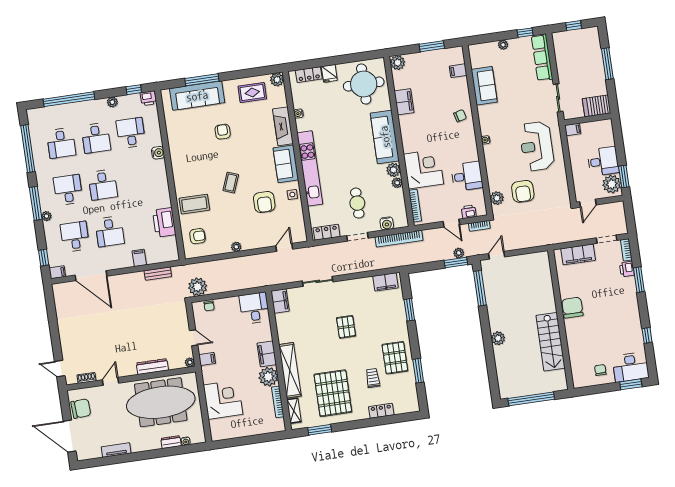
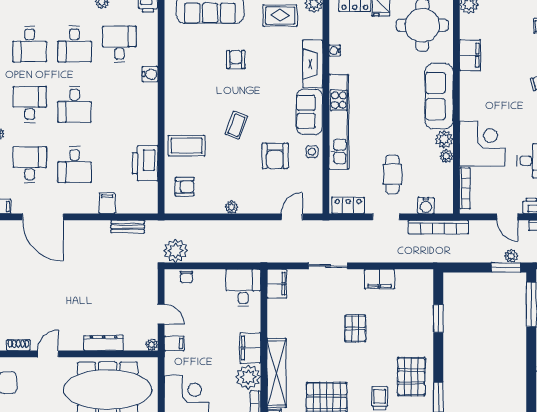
filing cabinet: (385, 282) -> (379, 279), moved

